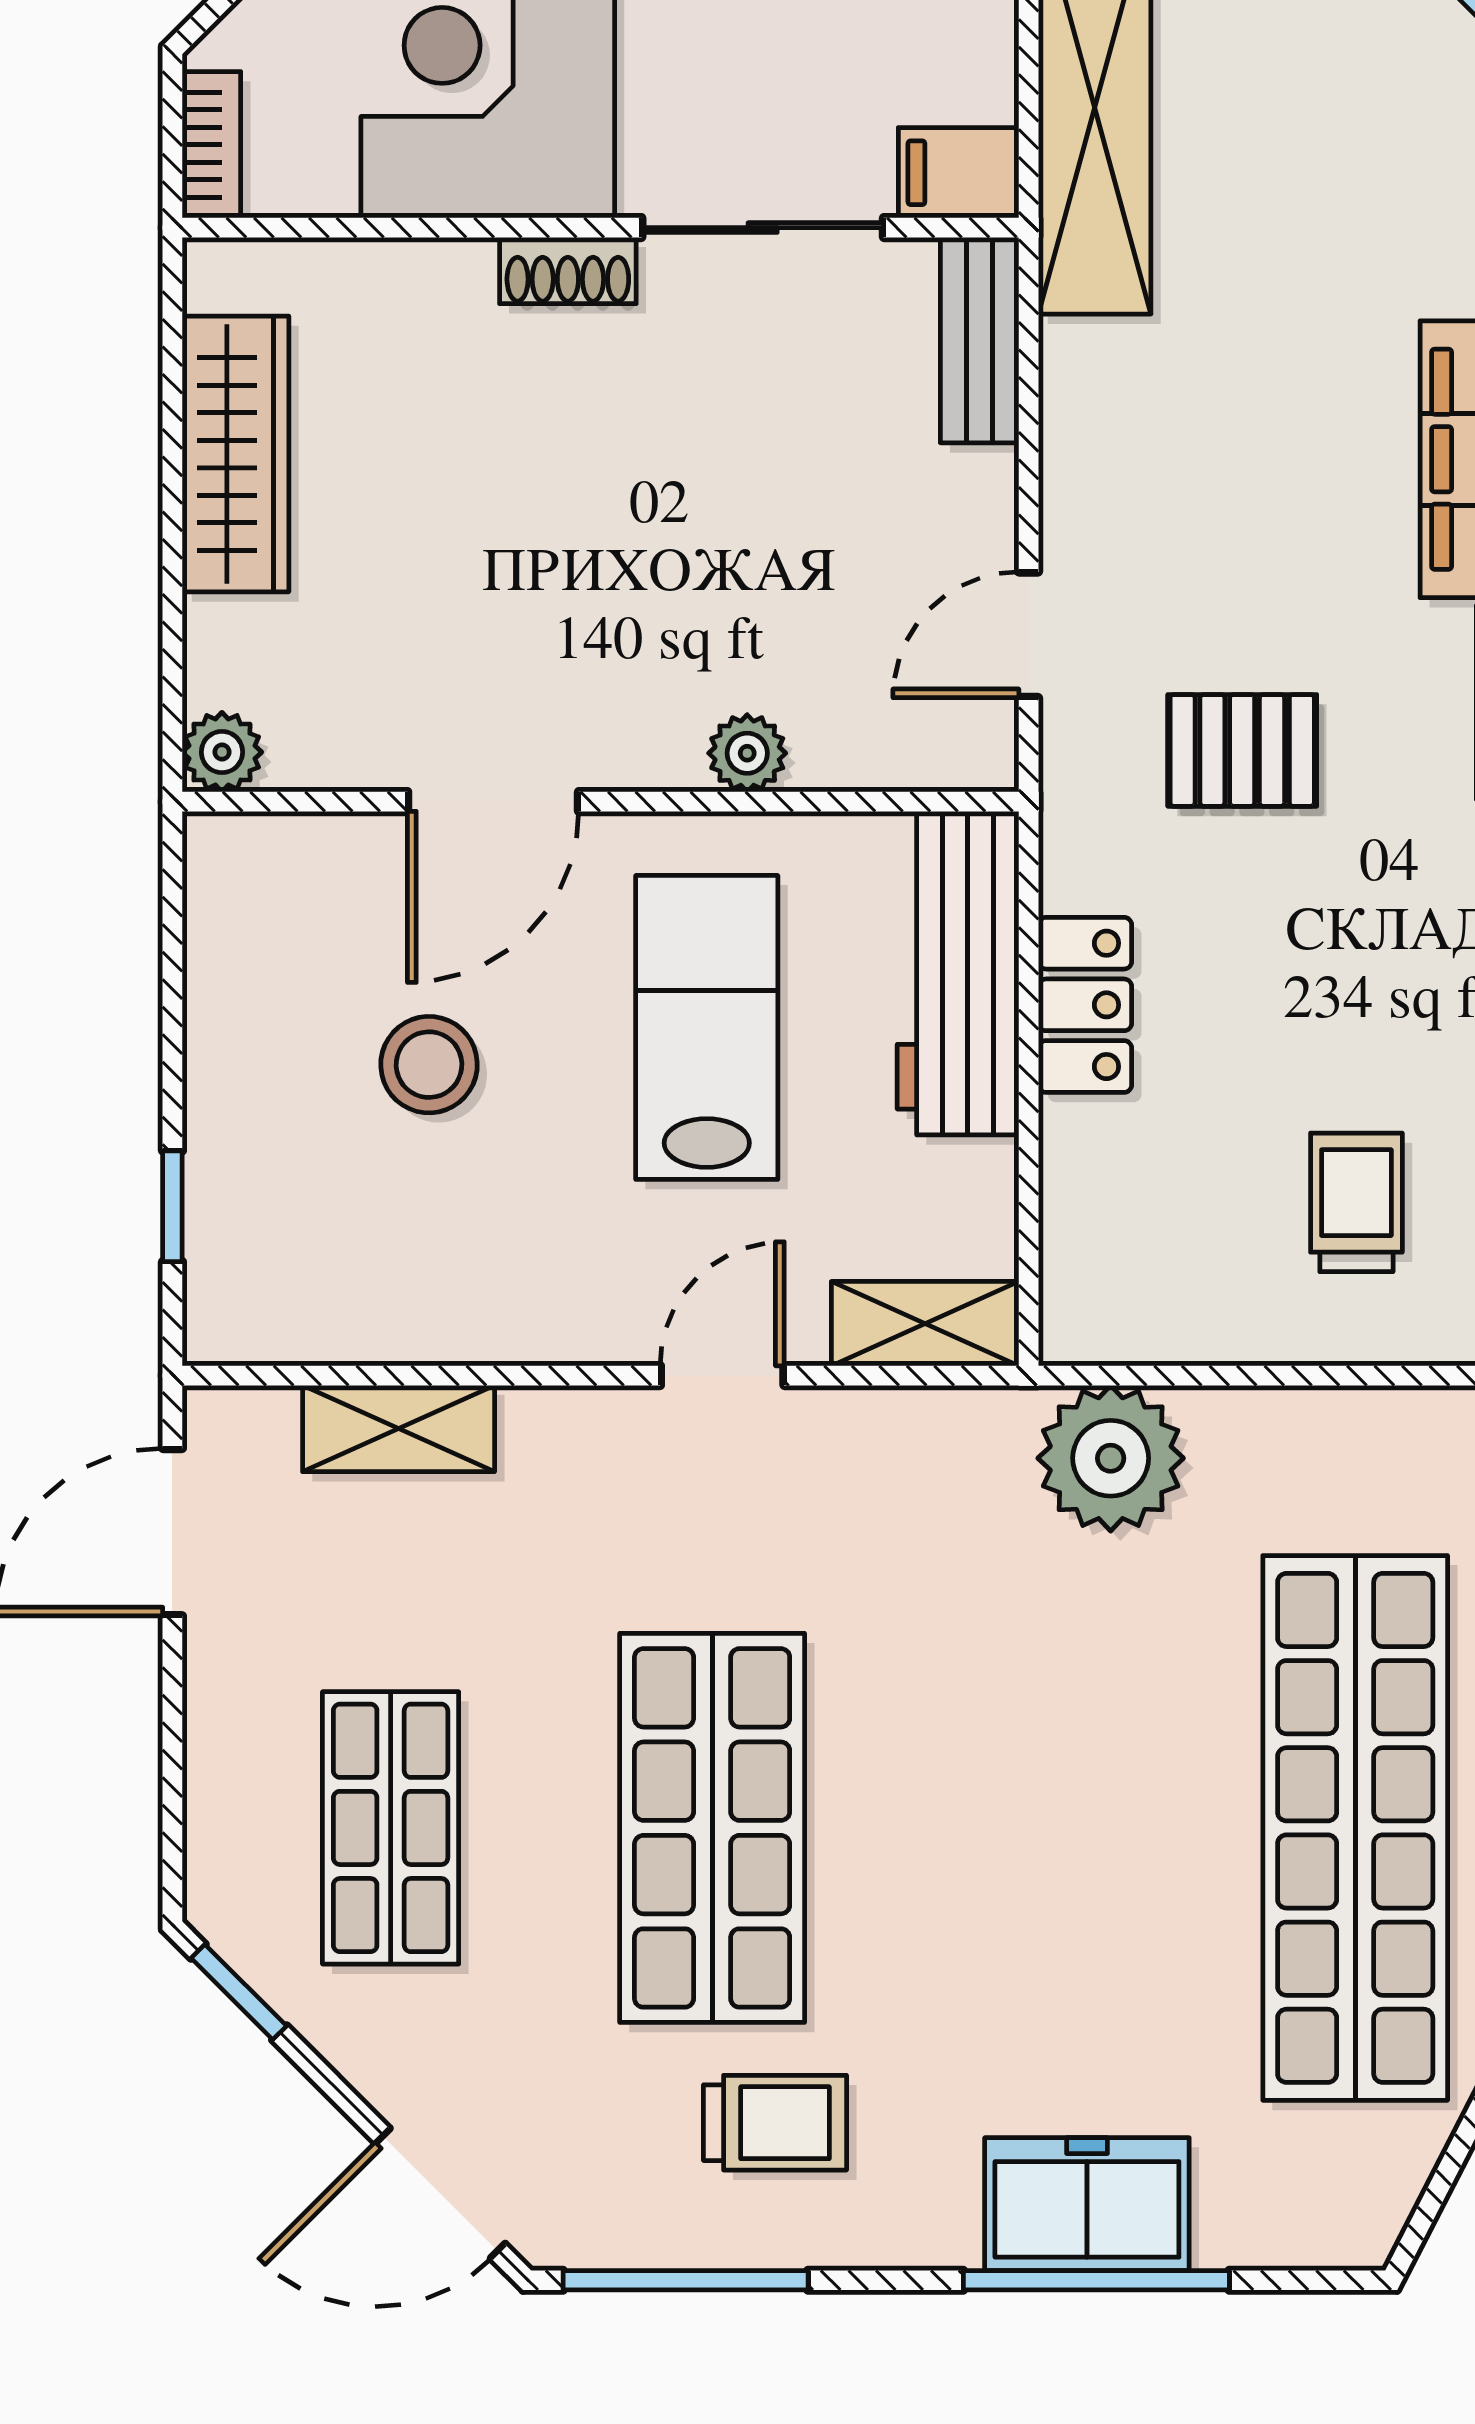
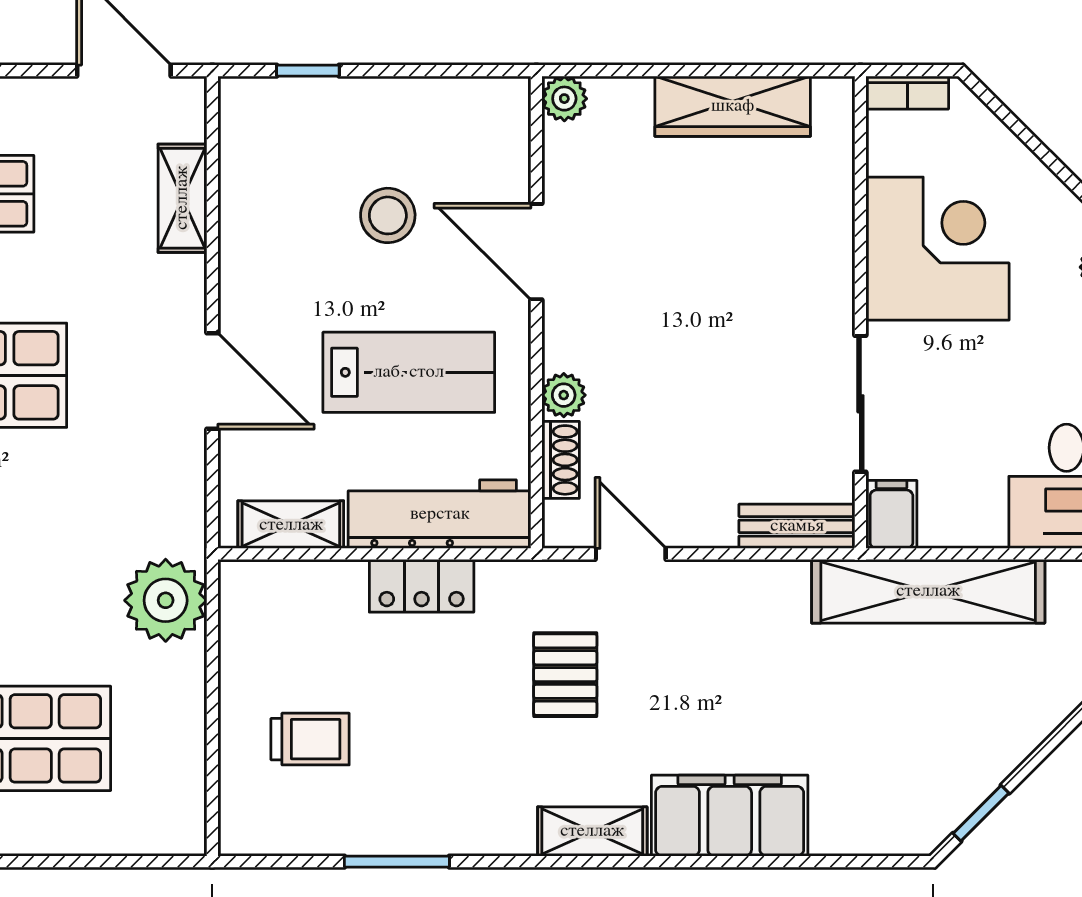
shoe rack: (568, 271) -> (561, 460), moved, turned 180
shelving: (925, 1324) -> (291, 525), moved, turned 90
door: (722, 1376) -> (212, 381), width x1.38

